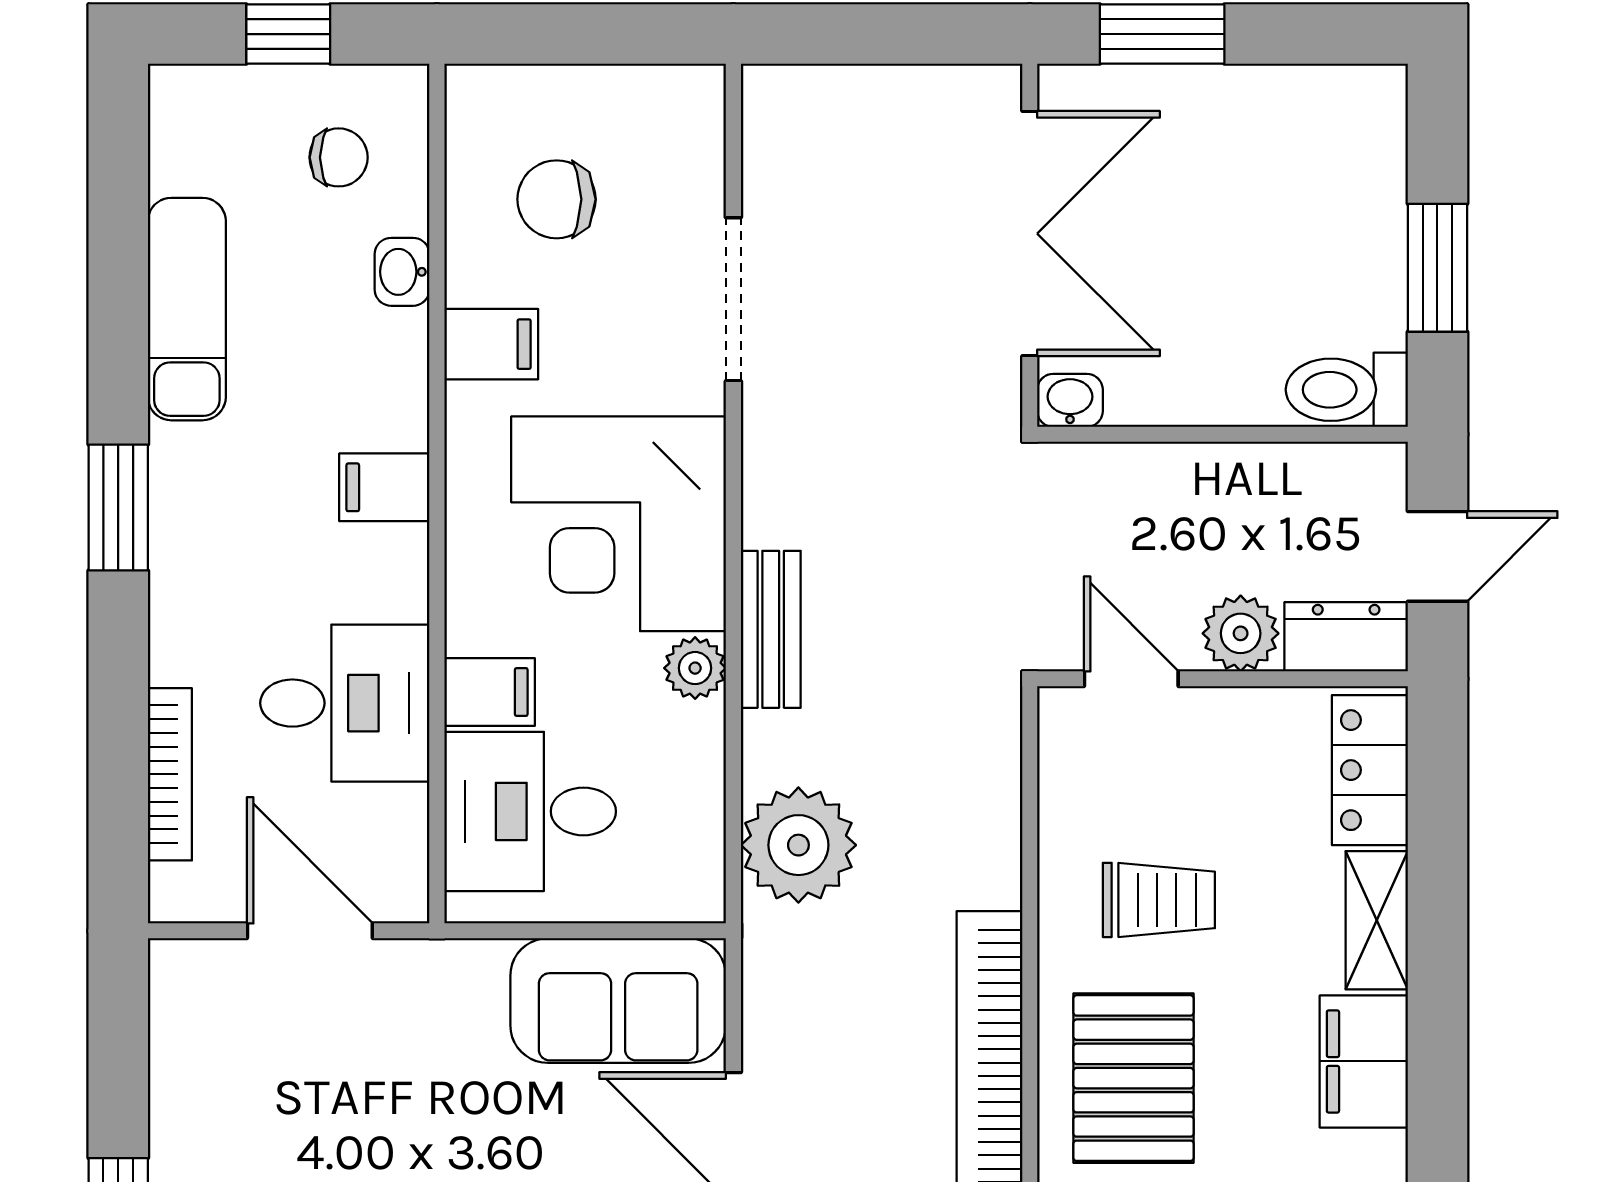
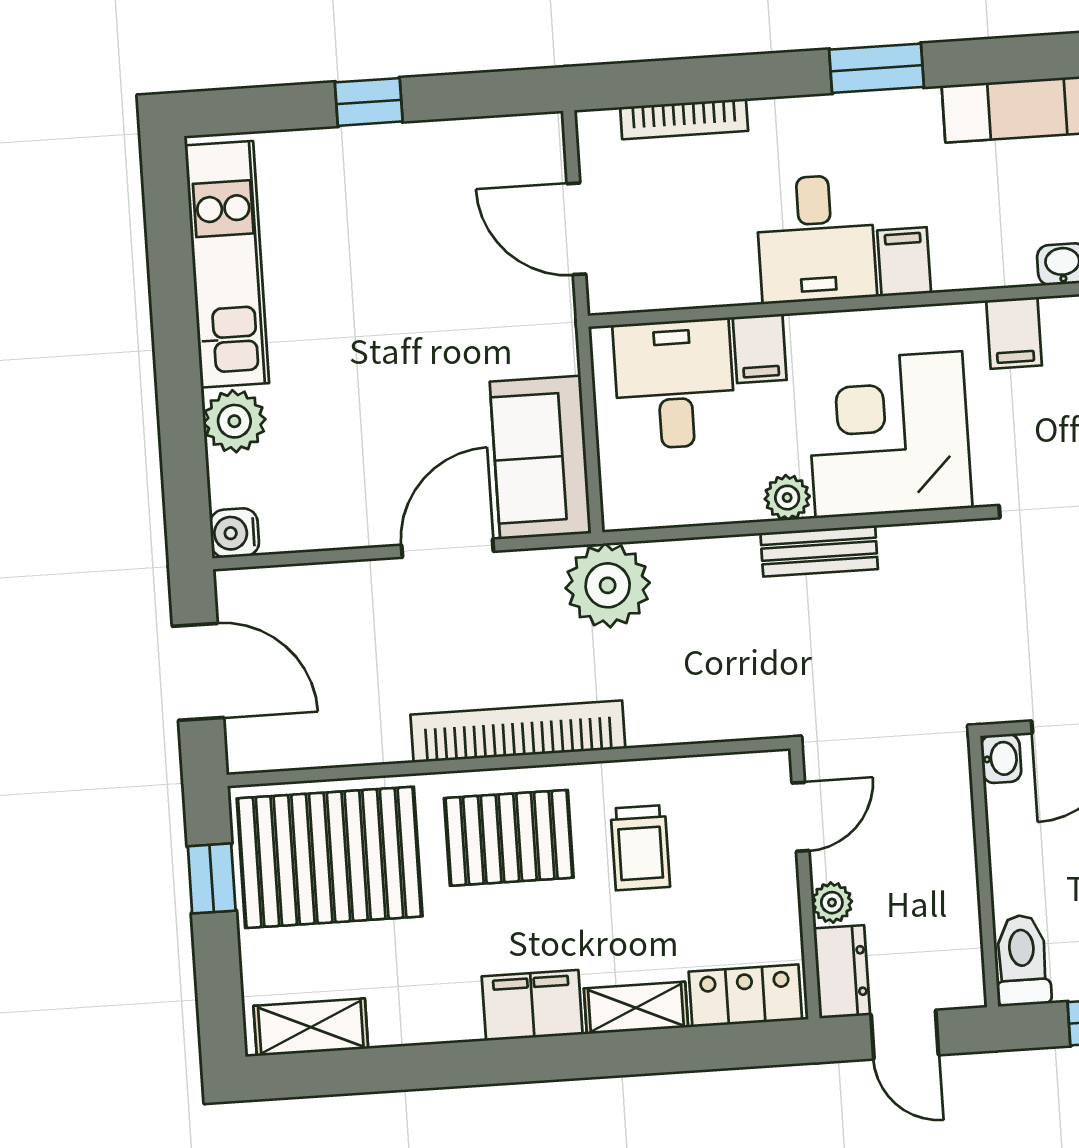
plant: (1241, 633) -> (832, 903), width x0.73, depth x0.73
desk: (345, 703) -> (816, 239), moved
plant: (798, 845) -> (608, 585), moved
door: (310, 931) -> (576, 229), swing flipped

